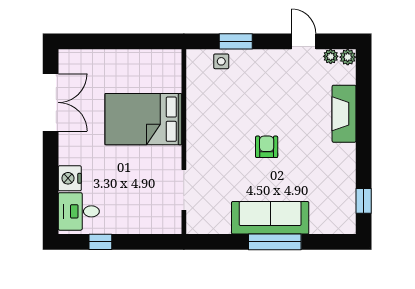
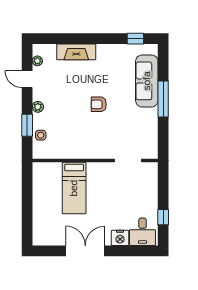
door: (304, 41) -> (27, 79), hinge flipped
plant: (348, 57) -> (38, 107), moved
double door: (51, 102) -> (85, 251), moved
bed: (143, 119) -> (74, 188), width x0.67
sofa: (270, 218) -> (147, 81), moved

